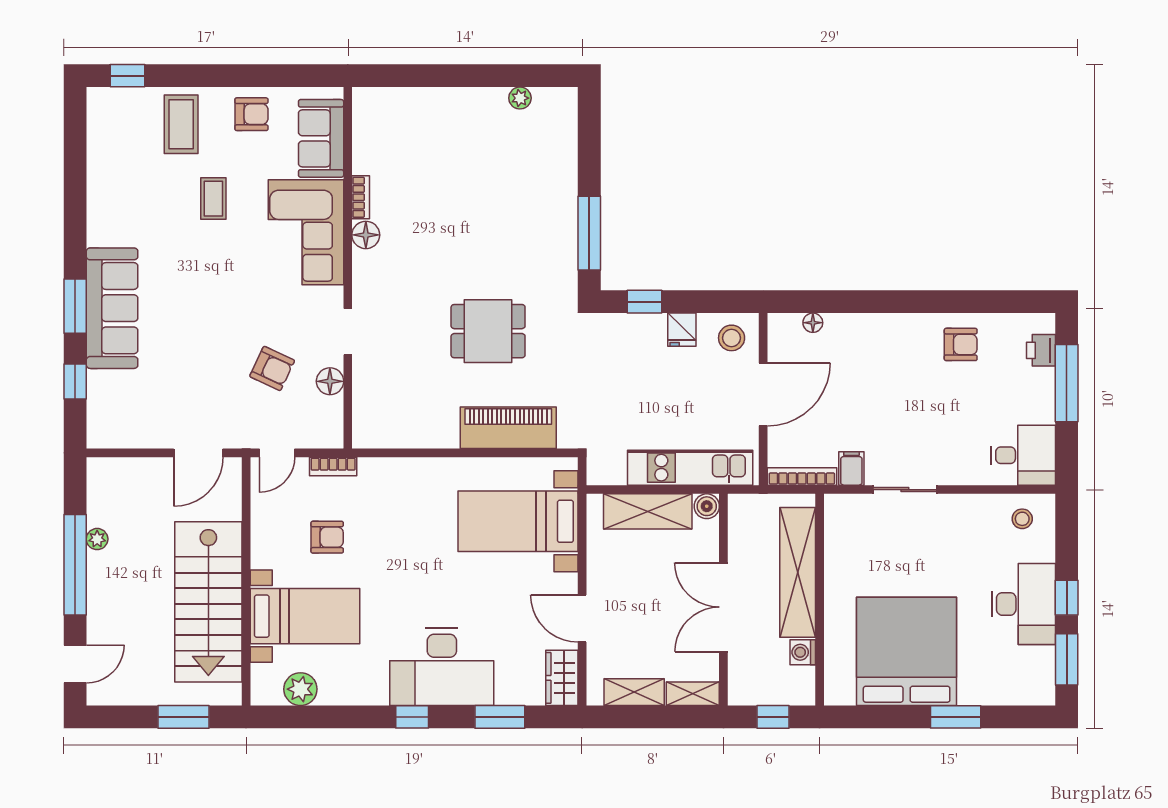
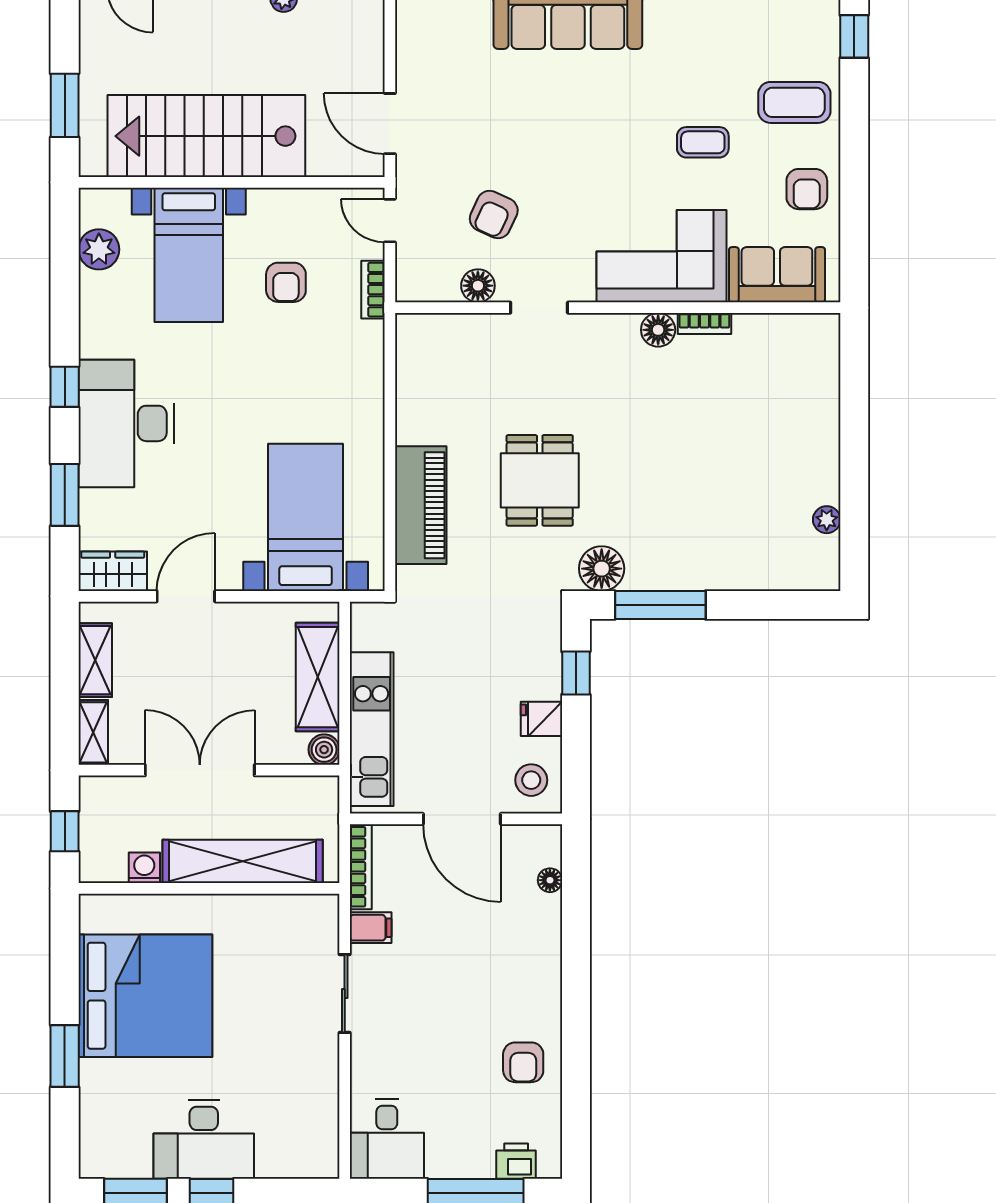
floor lamp: (560, 281) -> (602, 569), added
stool: (1022, 519) -> (309, 1138), removed

